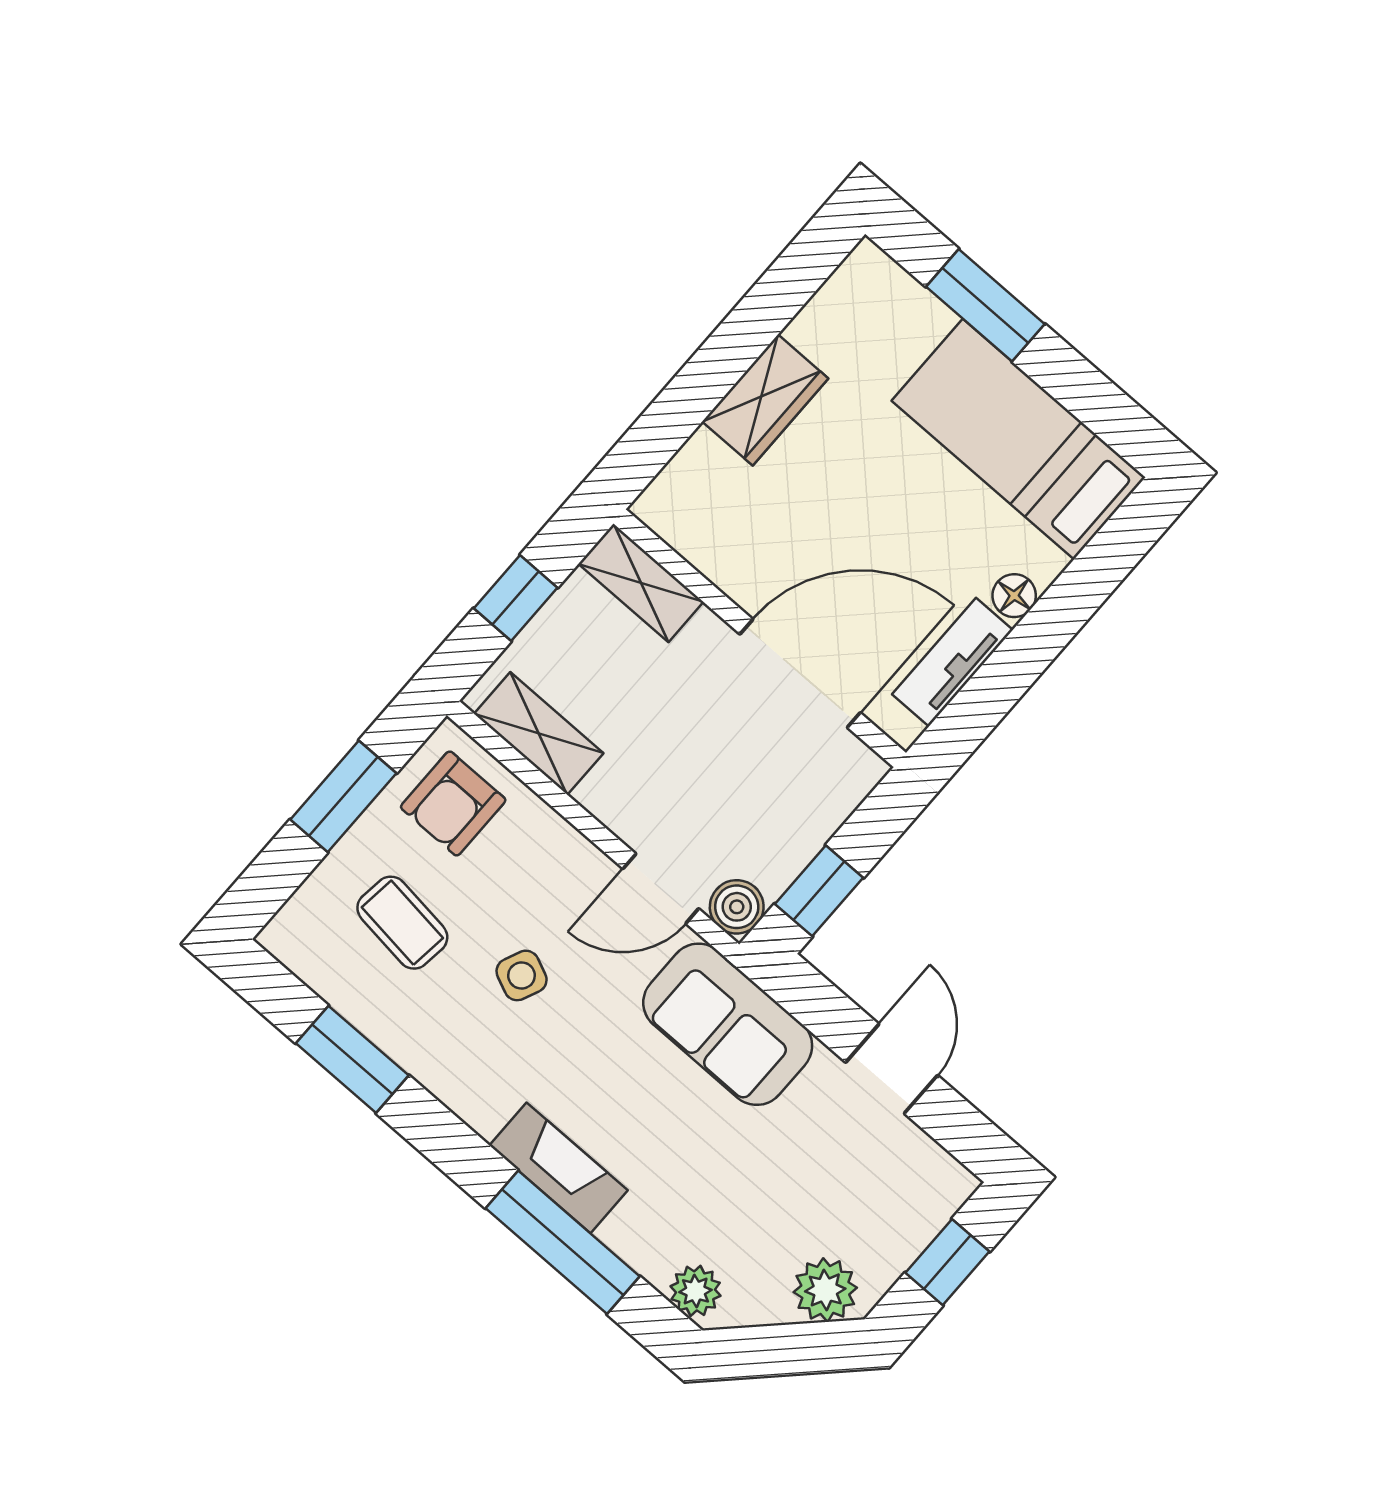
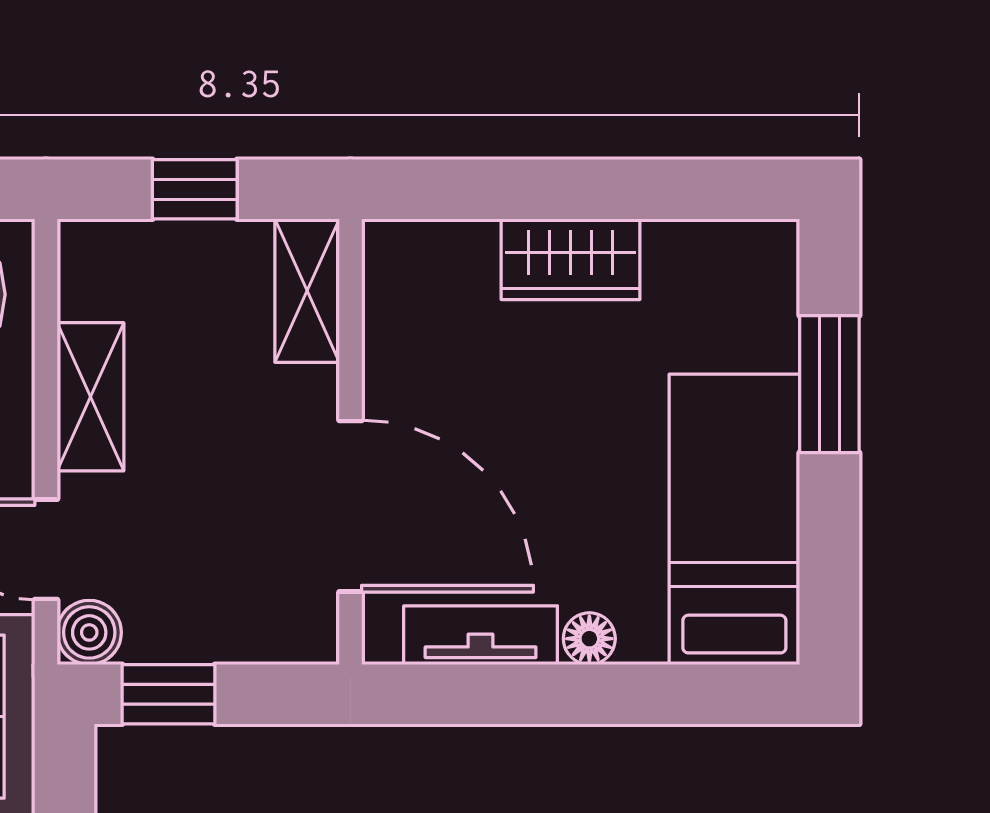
shelving: (539, 733) -> (90, 397), moved

